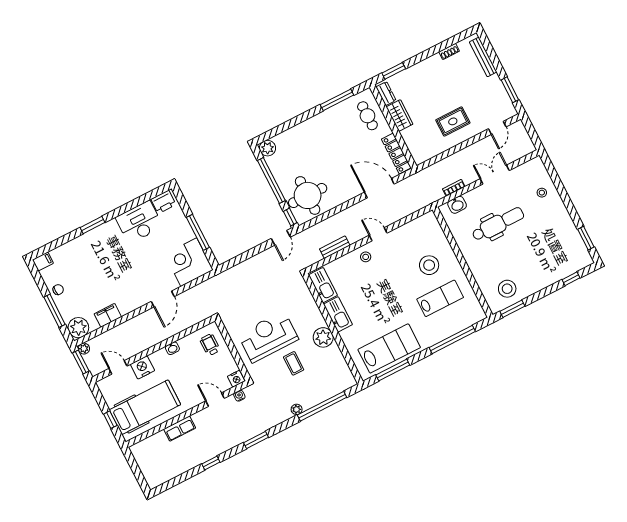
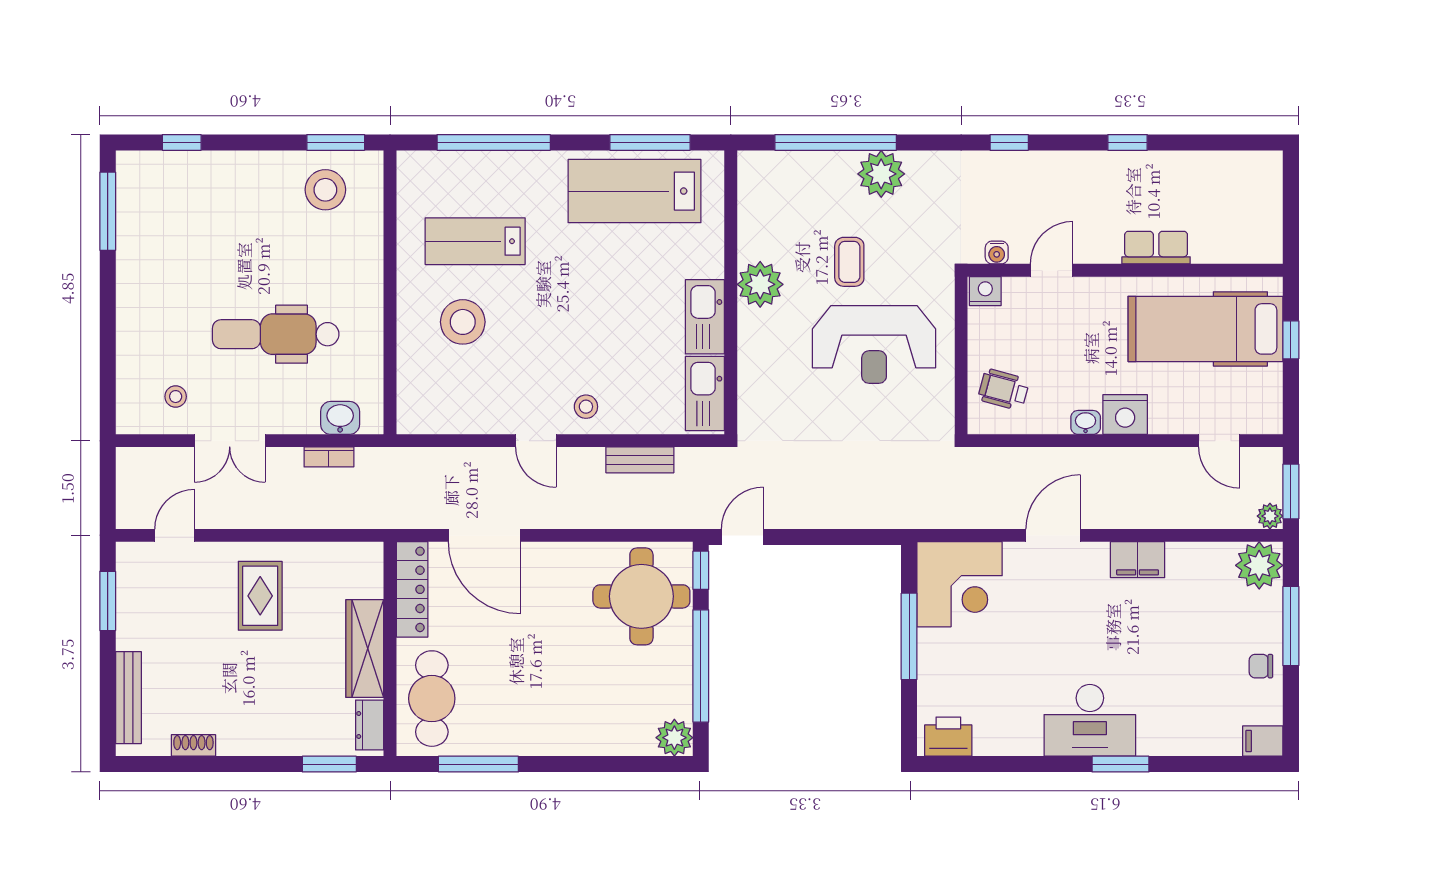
cafe table: (367, 116) -> (432, 699), width x1.37, depth x1.35
wardrobe: (400, 116) -> (365, 649), width x1.50
rug: (453, 121) -> (260, 596), turned 90
stool: (542, 193) -> (176, 397), moved
desk: (139, 222) -> (1090, 720), moved
window: (586, 238) -> (108, 211), width x1.44
filing cabinet: (108, 315) -> (1138, 560), moved
wheelchair: (210, 345) -> (1004, 390), turned 105
nightstand: (142, 367) -> (1125, 414), moved
door: (215, 400) -> (1052, 270), swing flipped
plant: (297, 409) -> (881, 174), width x1.88, depth x1.88
window: (256, 440) -> (1009, 142), width x0.67

